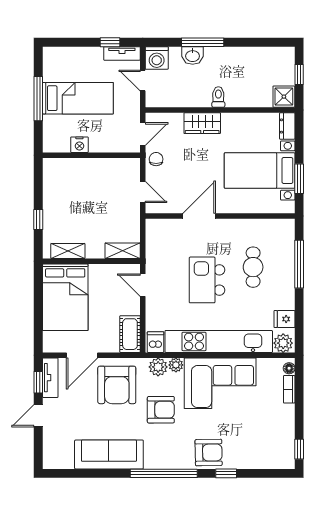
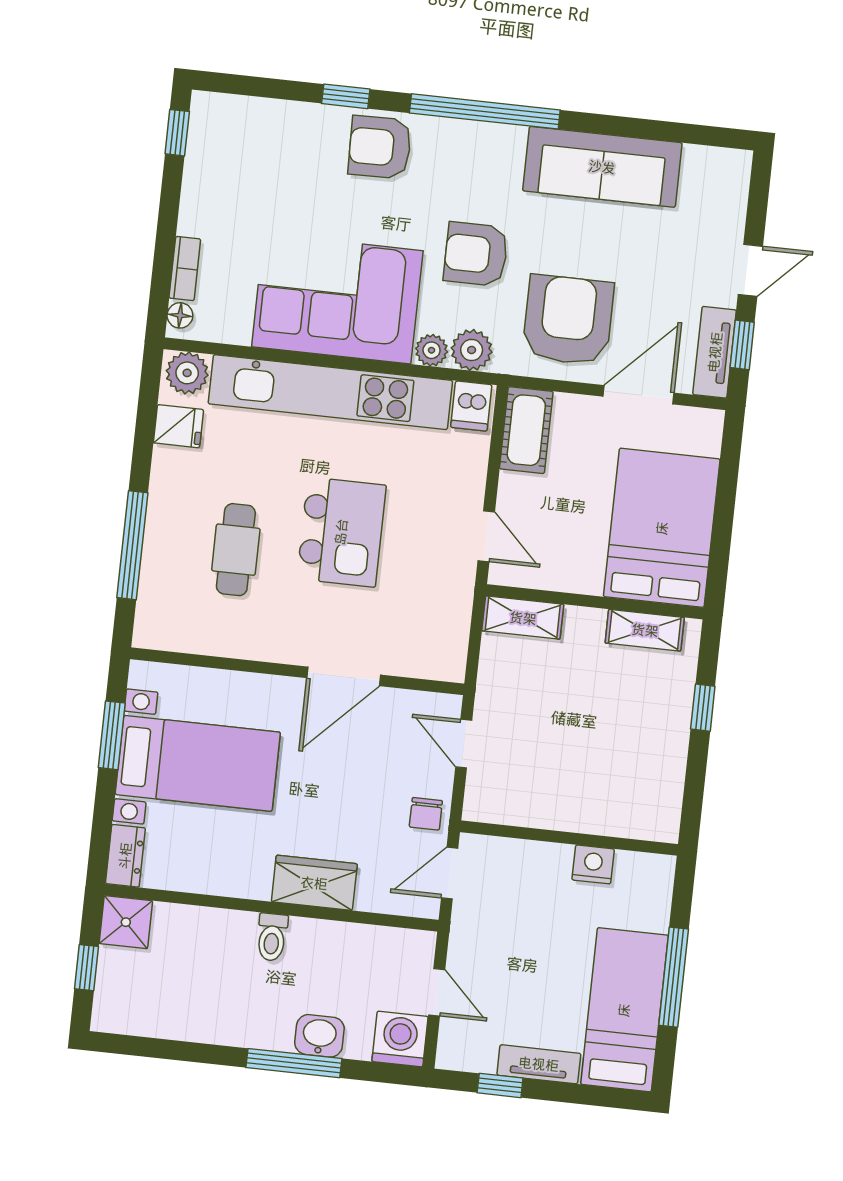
tv unit: (122, 53) -> (539, 1064), moved
bed: (78, 98) -> (624, 1010), moved, turned 90

